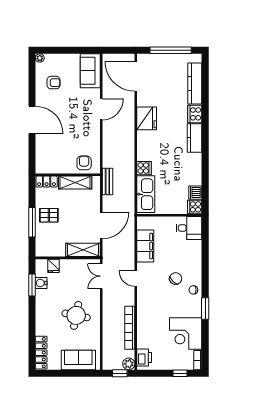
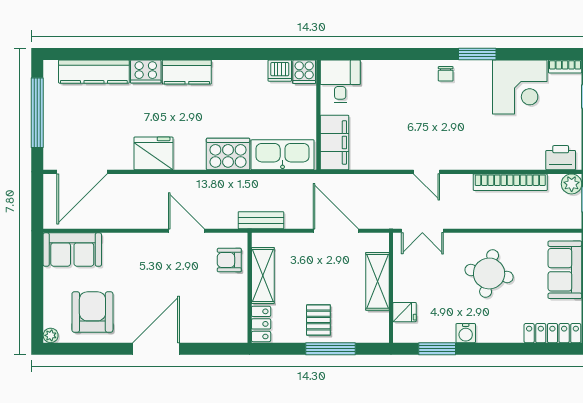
armchair: (54, 83) -> (92, 312), width x1.88, depth x1.88
door: (101, 109) -> (186, 231), moved
cooker: (144, 168) -> (228, 154), width x1.87, depth x1.31
filing cabinet: (145, 246) -> (334, 142), moved, turned 90
shelving: (83, 250) -> (377, 281), moved
door: (136, 279) -> (426, 172), hinge flipped
chair: (176, 279) -> (426, 104), removed
water cooler: (41, 283) -> (466, 333), moved

